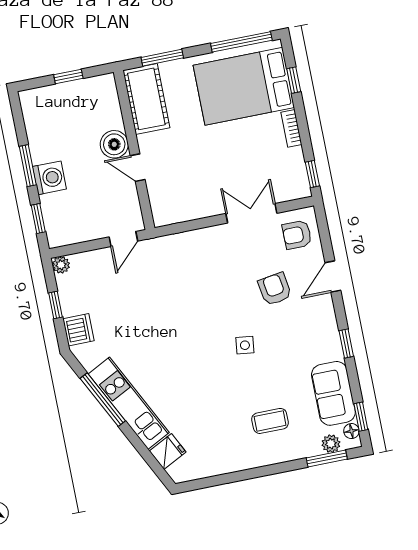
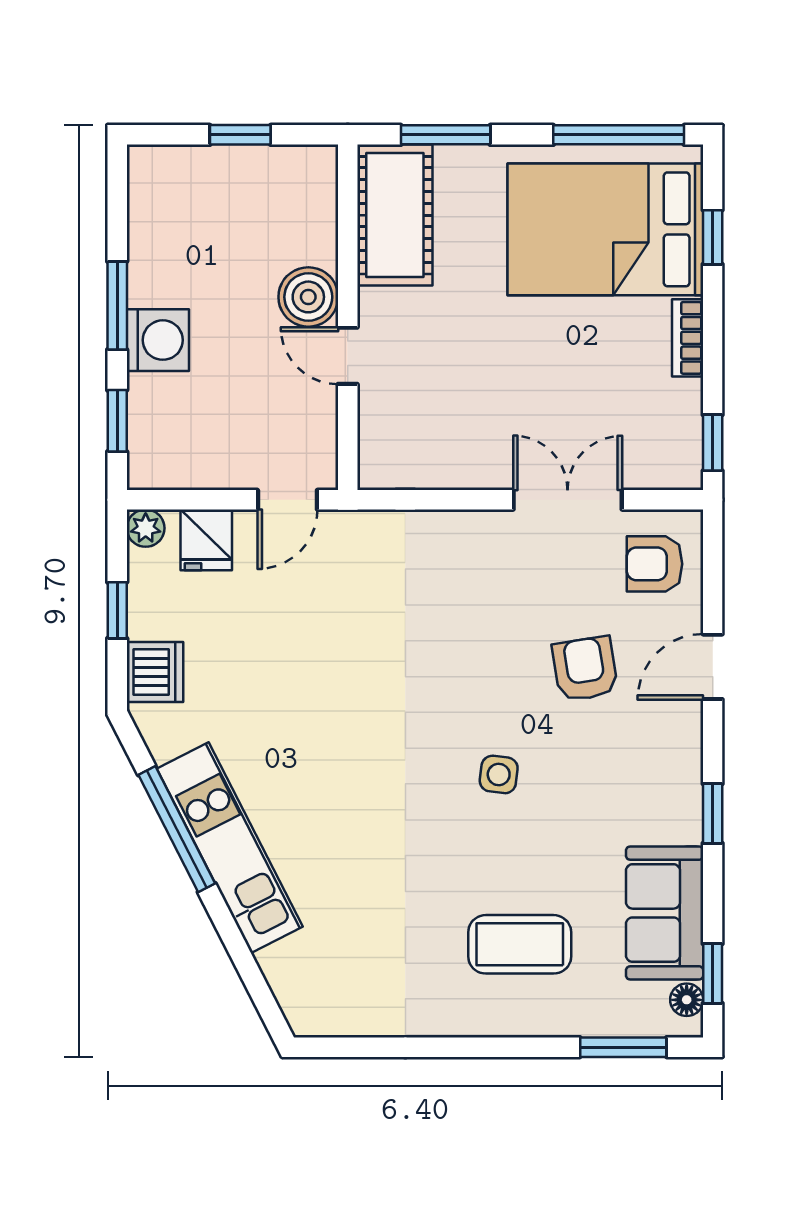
coffee table: (270, 421) -> (520, 944), width x1.36, depth x1.30
plant: (331, 444) -> (638, 1018), removed
fridge: (168, 451) -> (206, 540), moved, turned 117

